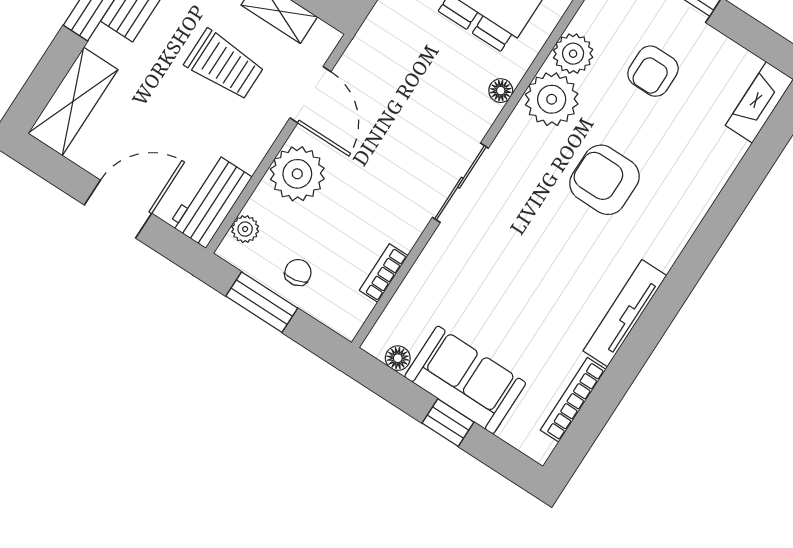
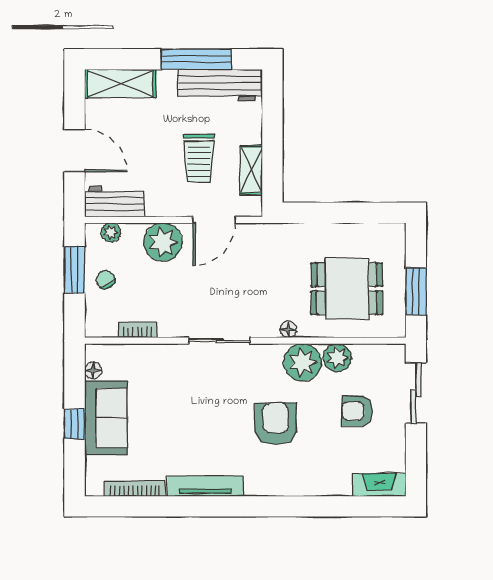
chair: (298, 272) -> (105, 280), turned -111

